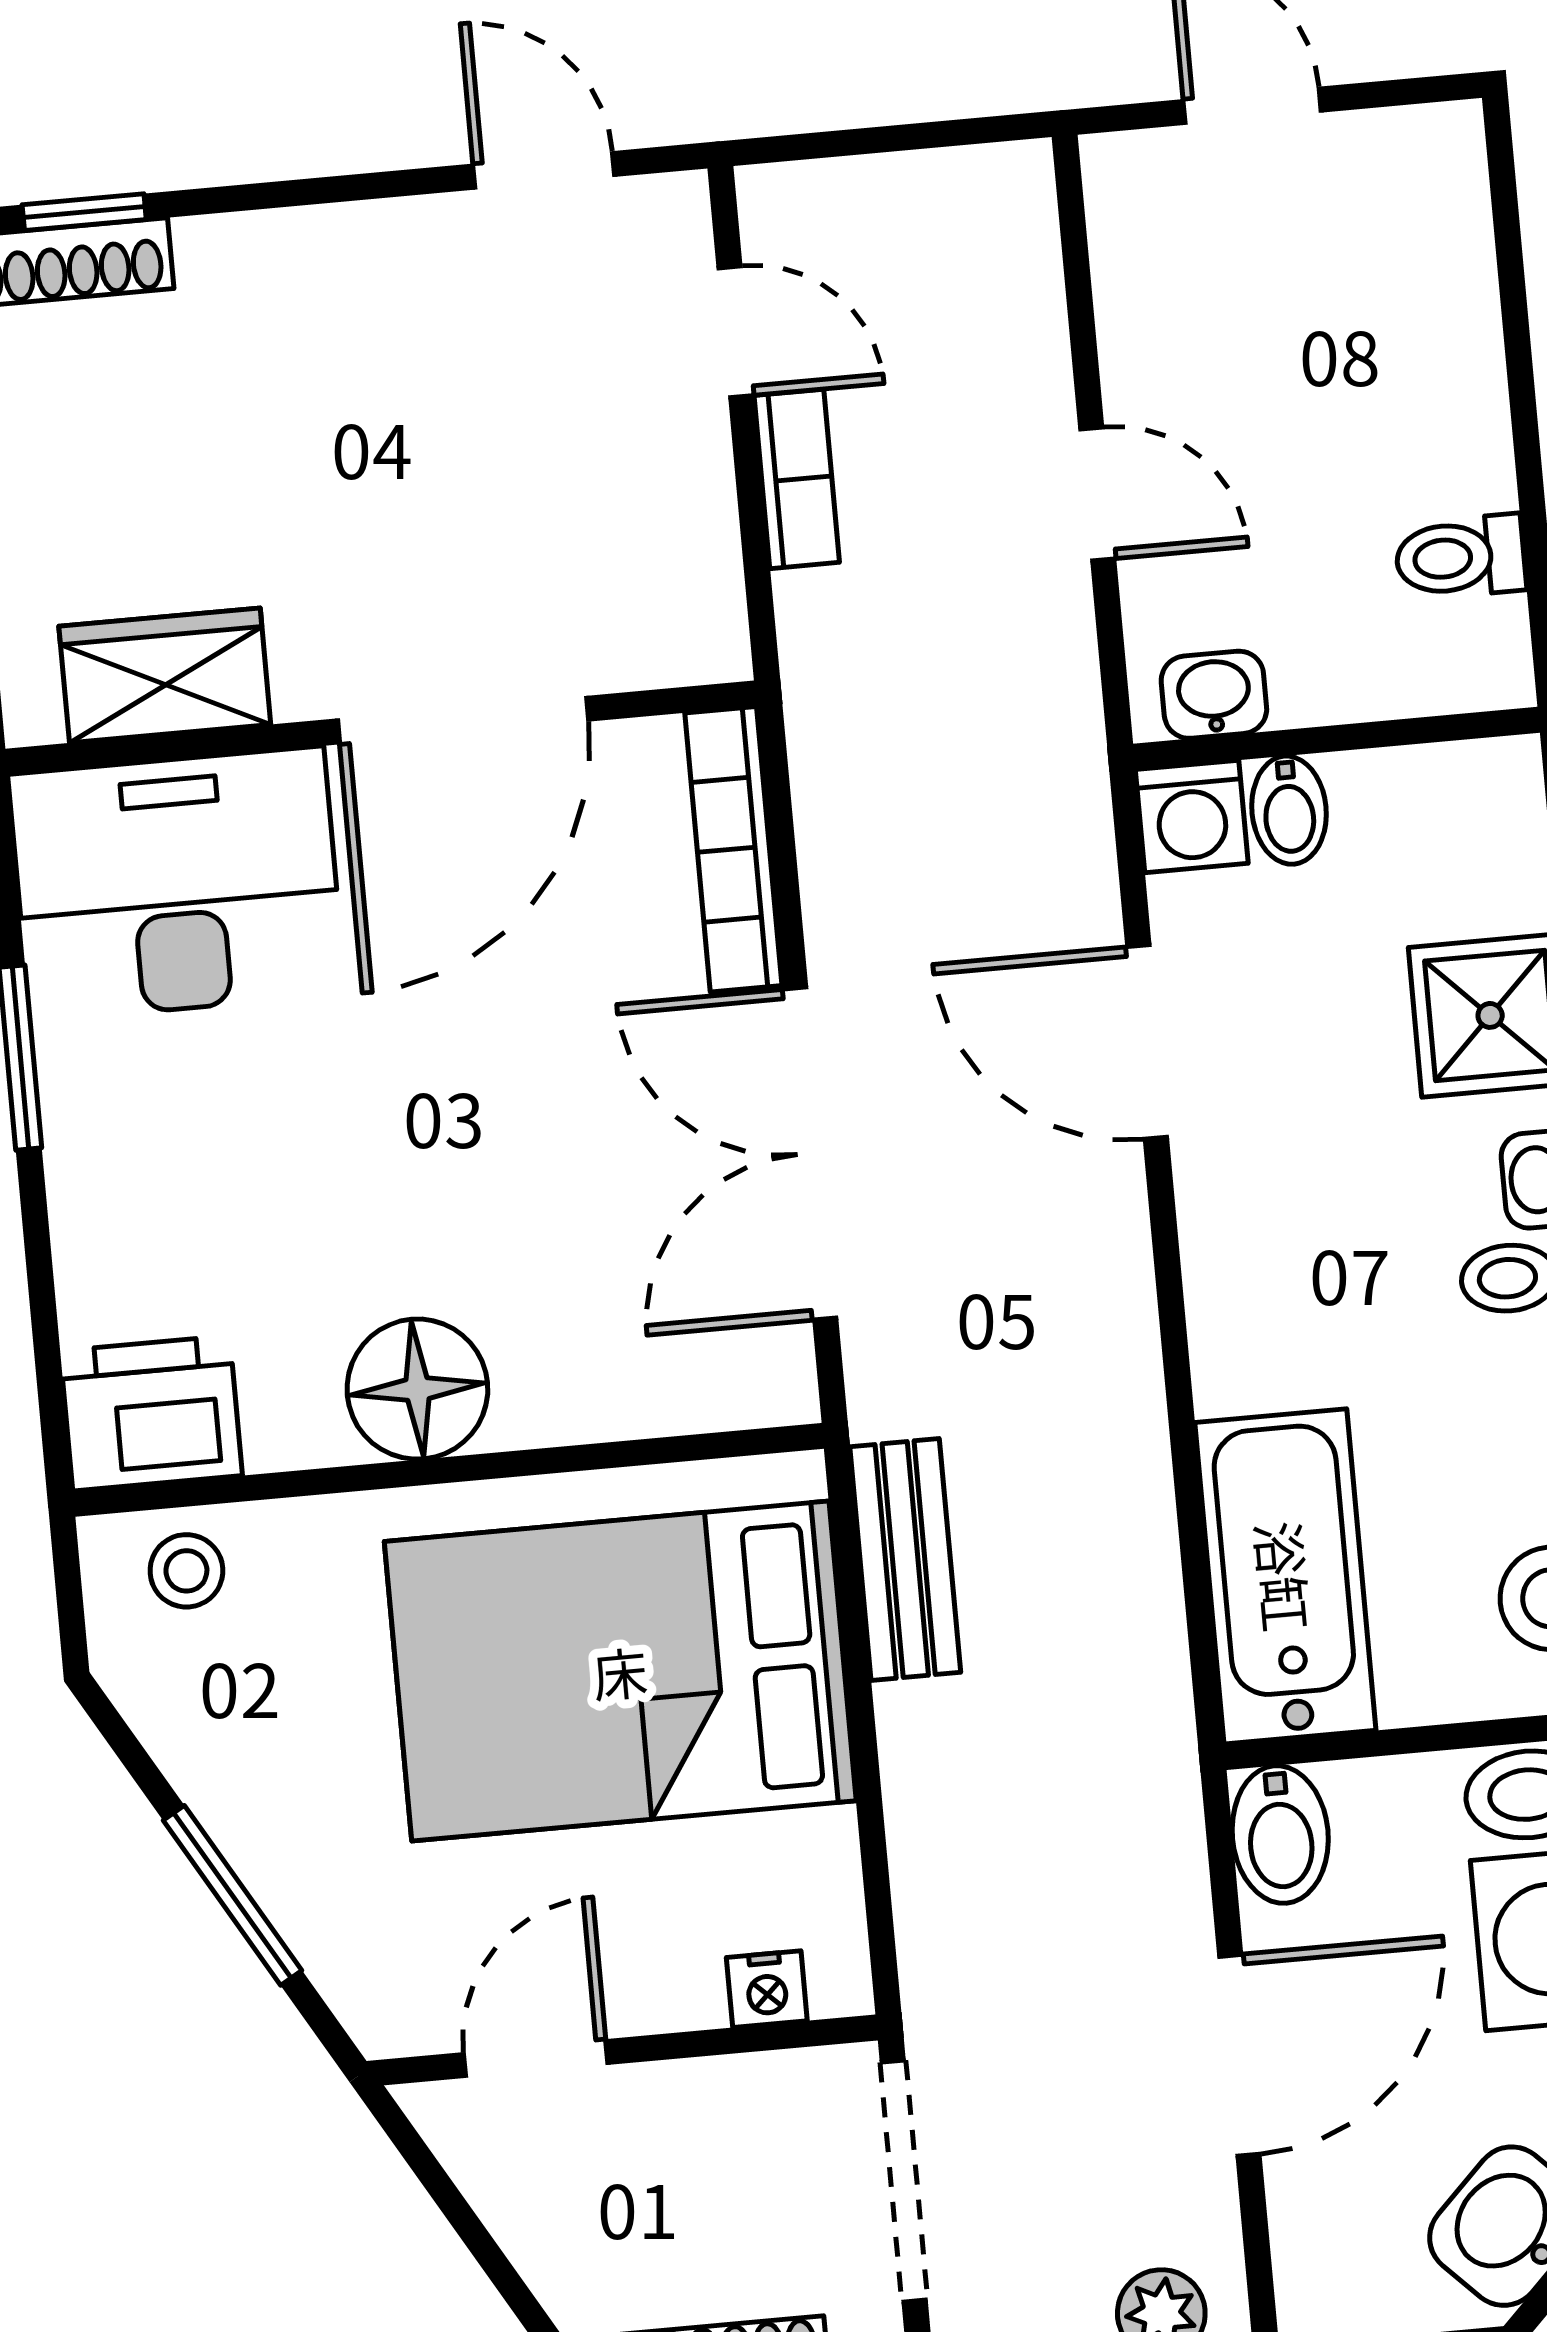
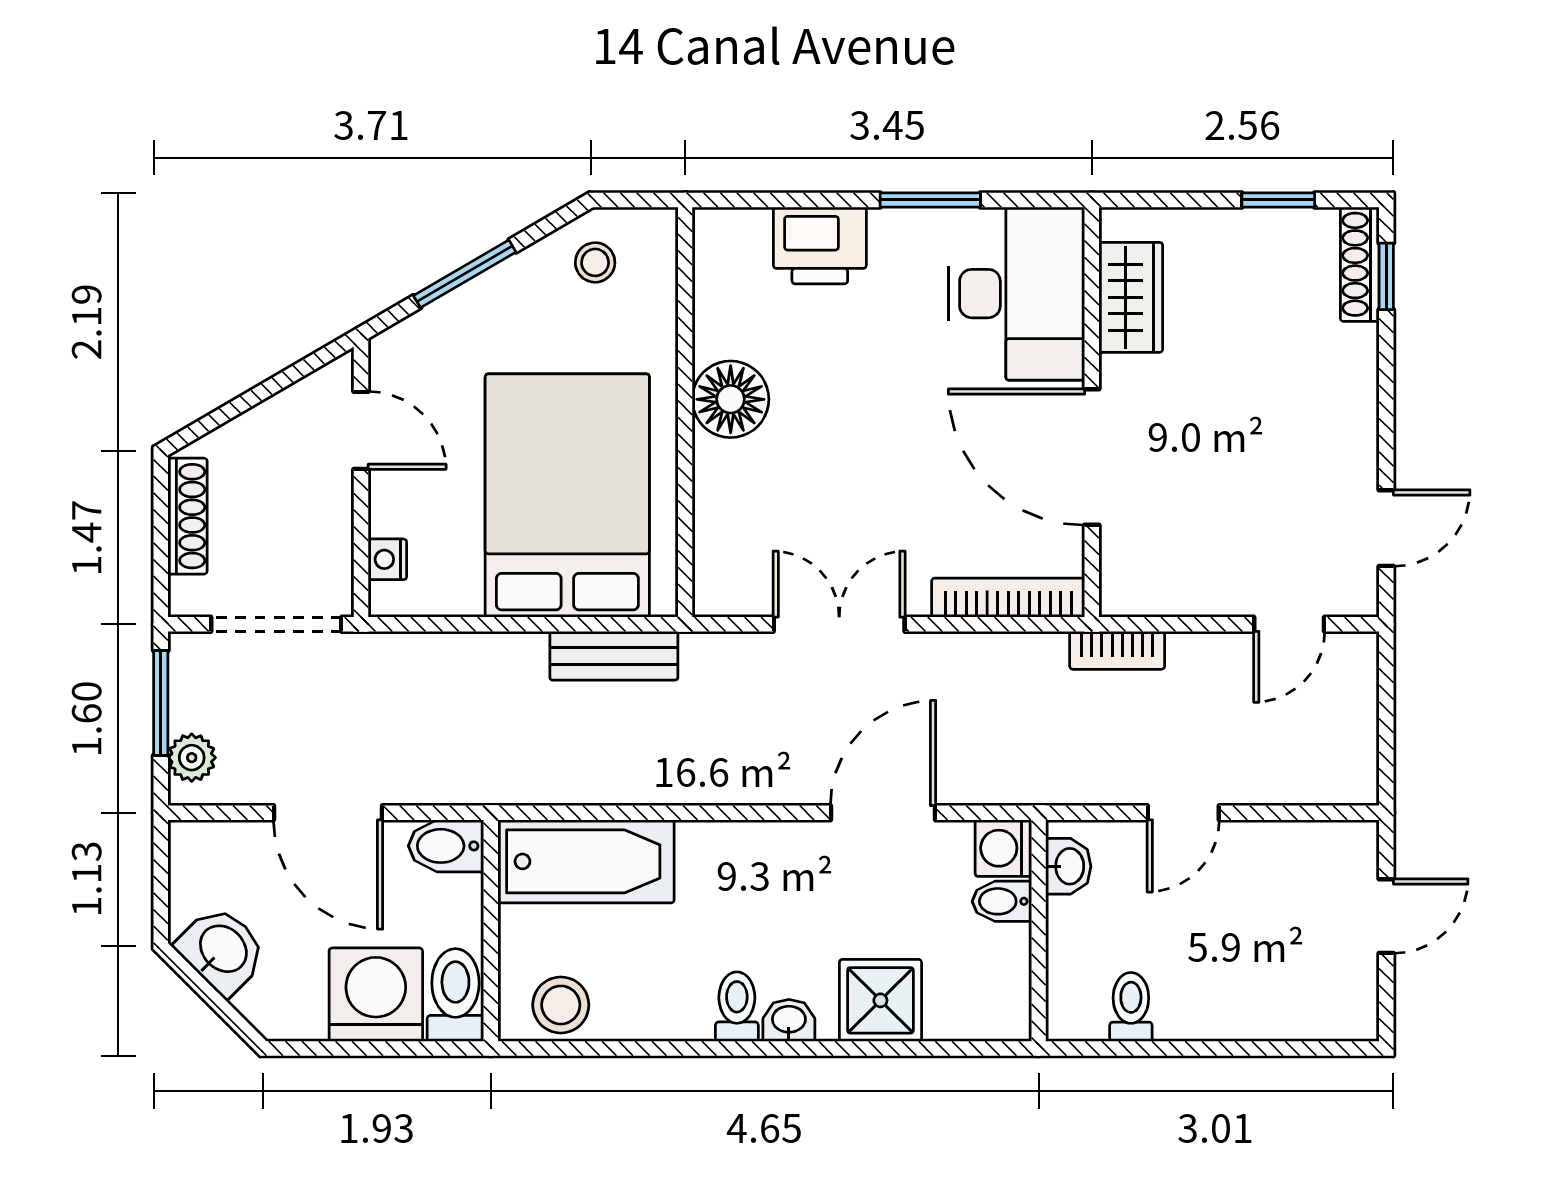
bookcase: (797, 479) -> (1117, 650), moved
double door: (810, 1154) -> (839, 624), width x0.73
printer: (151, 1413) -> (820, 245), moved, turned 90
stool: (186, 1571) -> (595, 262), moved

